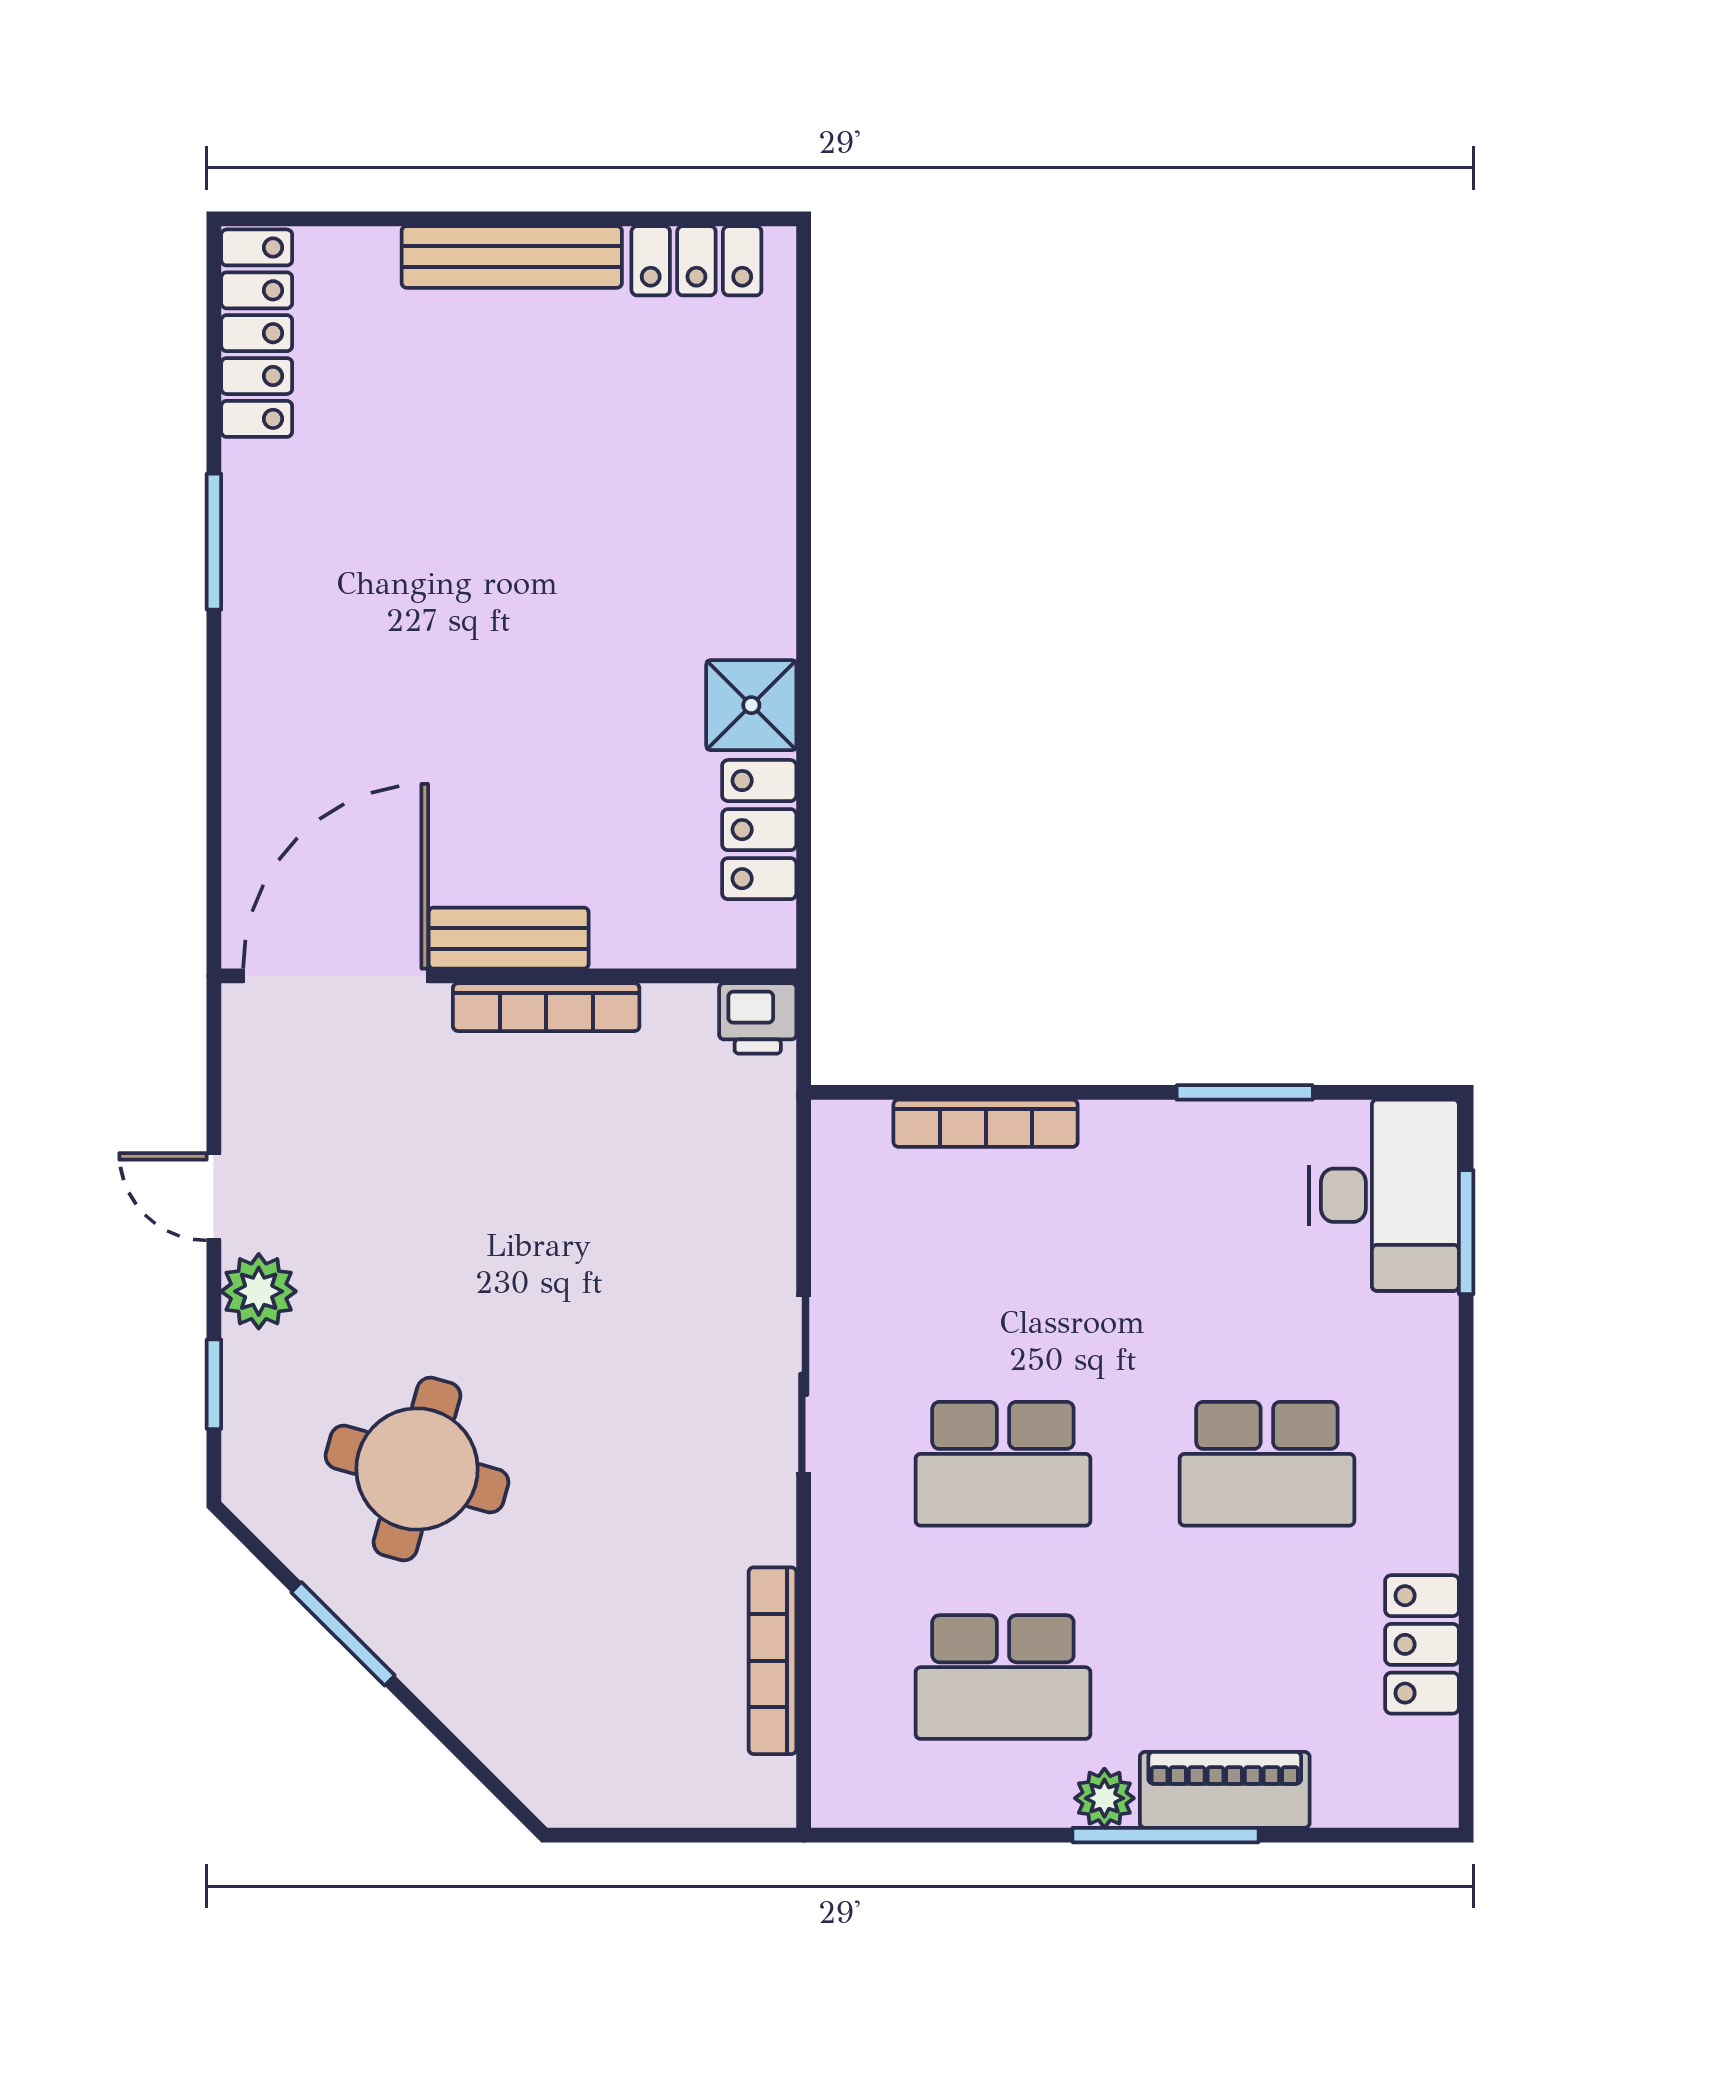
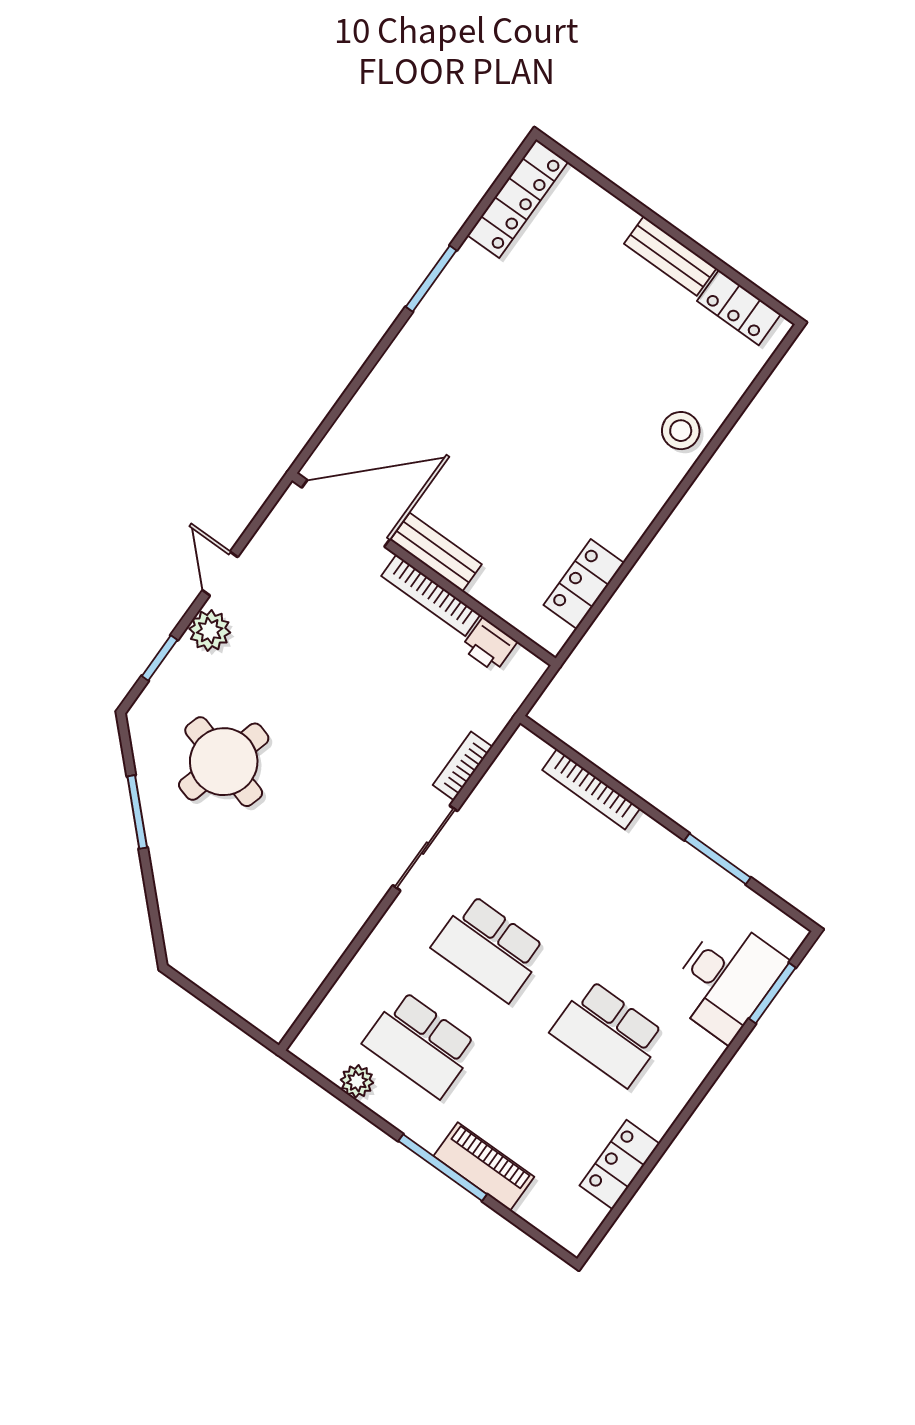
bench: (512, 257) -> (670, 256), width x0.73
stool: (740, 502) -> (681, 431), added
shower: (751, 705) -> (620, 525), removed
printer: (758, 1018) -> (489, 645), moved
desk: (1384, 1195) -> (726, 979), moved
bookcase: (773, 1661) -> (463, 766), moved, width x0.64
plant: (1104, 1798) -> (357, 1081), moved

